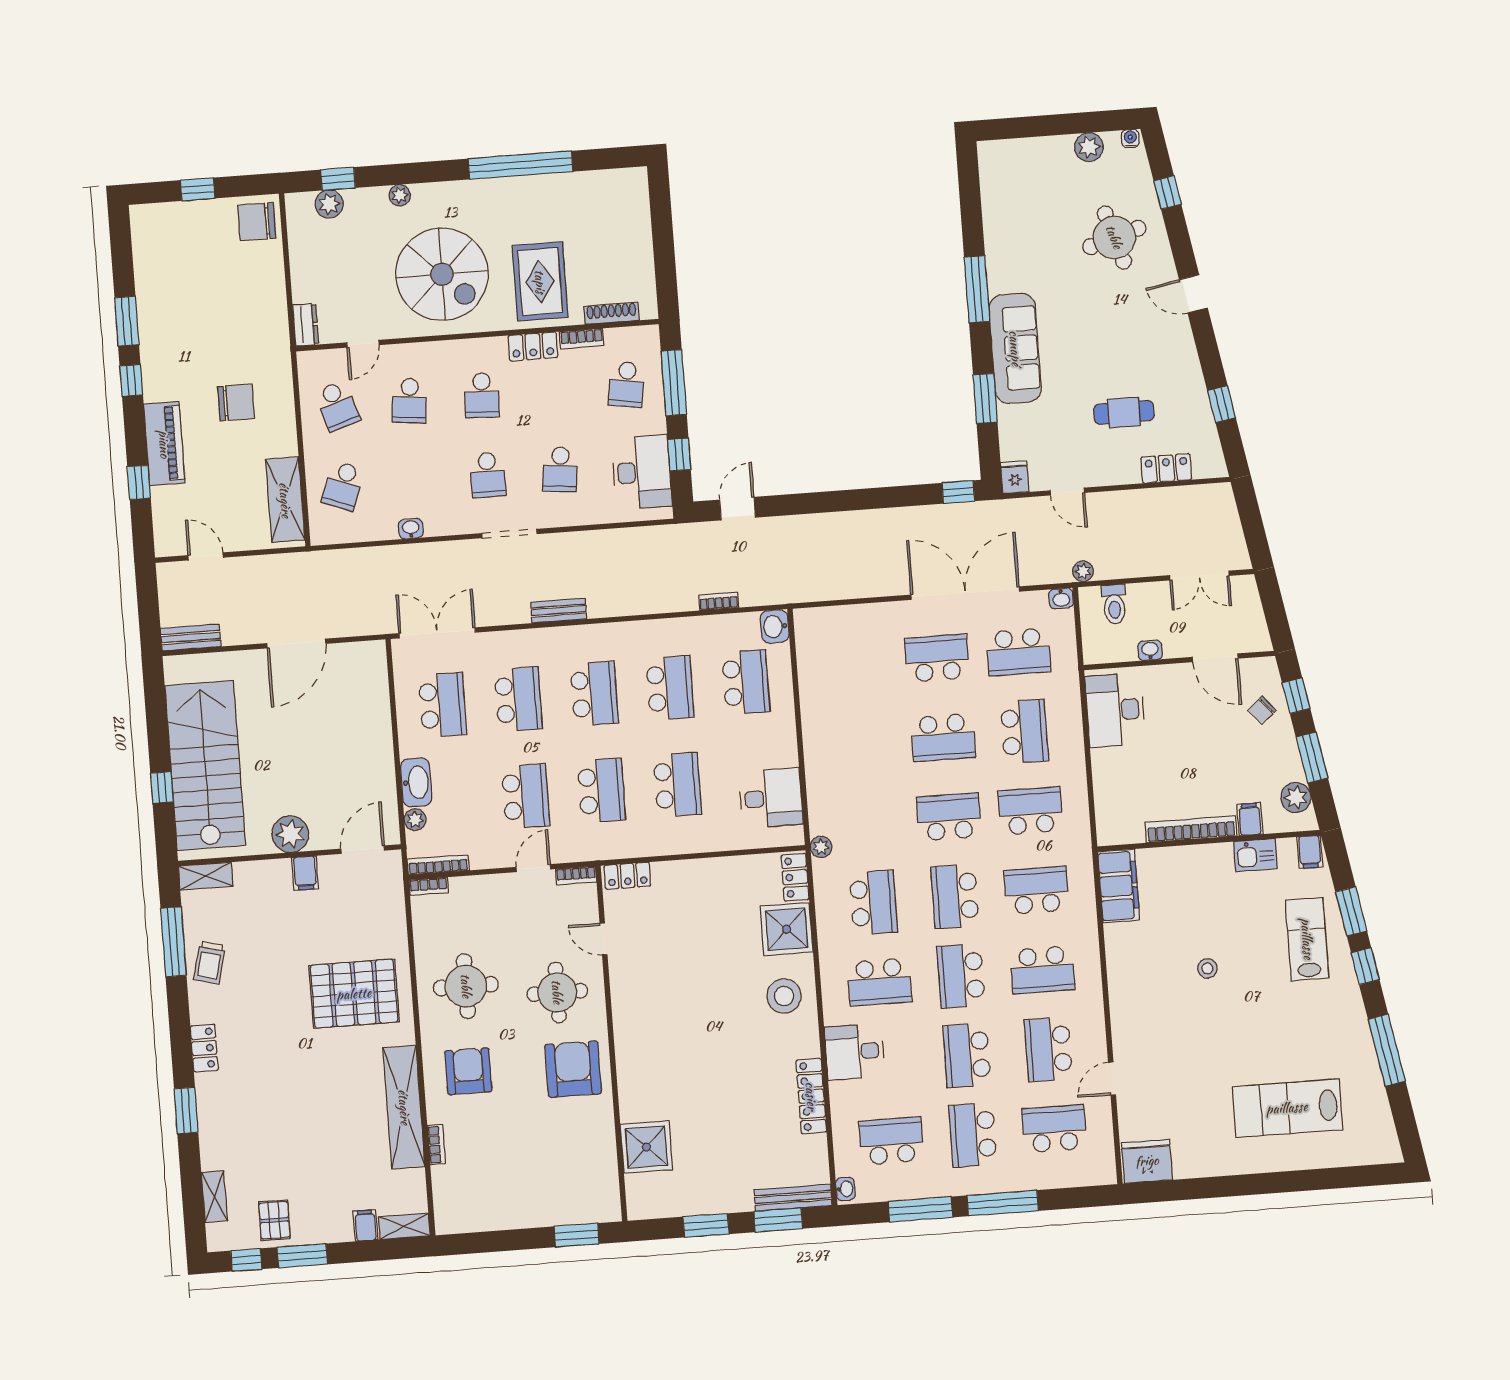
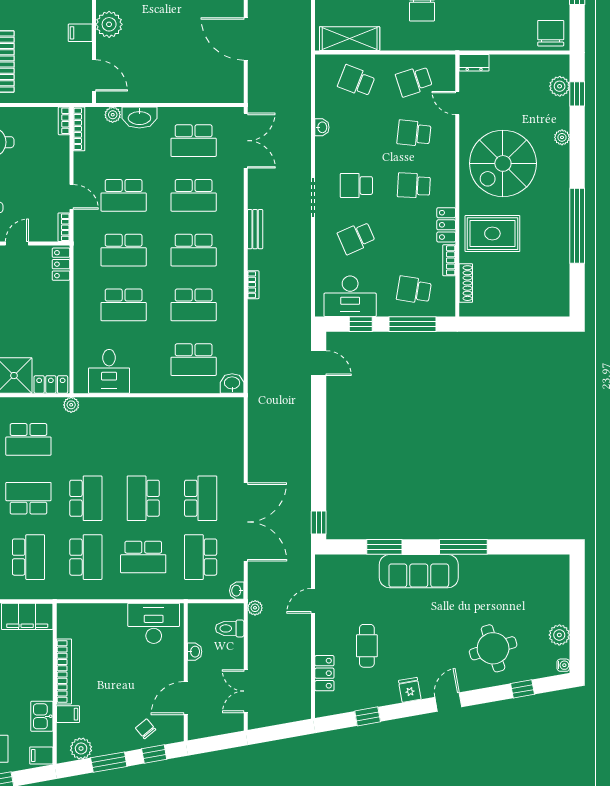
school desk: (560, 469) -> (356, 238), turned -30
fridge: (1015, 477) -> (410, 690), moved, turned -100
bookcase: (719, 601) -> (253, 285), moved

